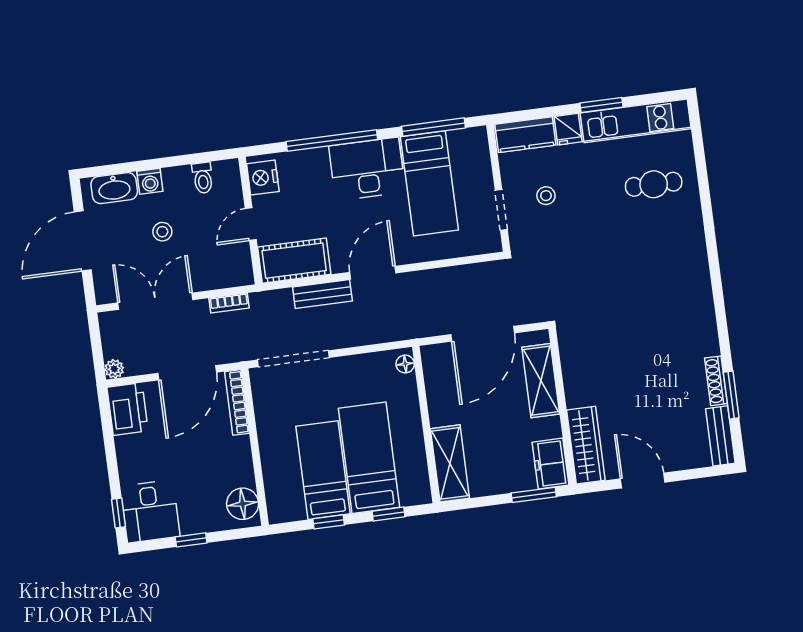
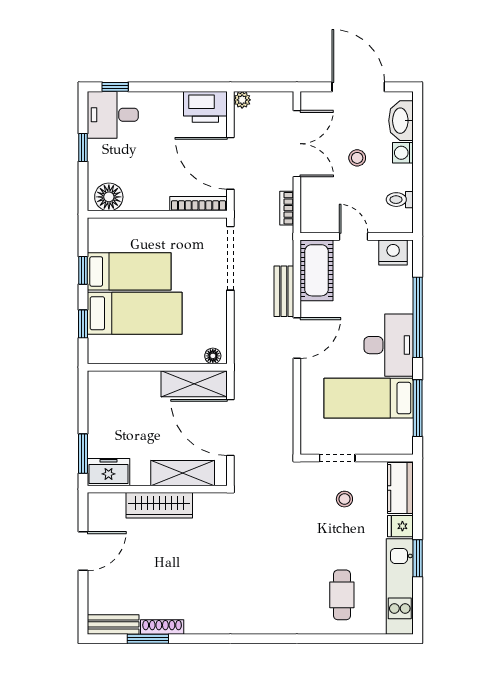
door: (373, 273) -> (297, 338), hinge flipped
wardrobe: (586, 445) -> (159, 505), moved
shelving: (450, 463) -> (194, 384), moved

